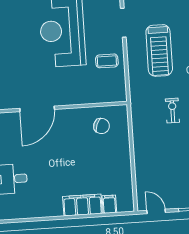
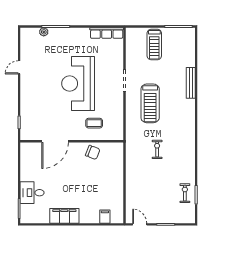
coffee table: (107, 61) -> (94, 123), moved
chair: (102, 126) -> (93, 152), moved
filing cabinet: (82, 205) -> (64, 216), moved

